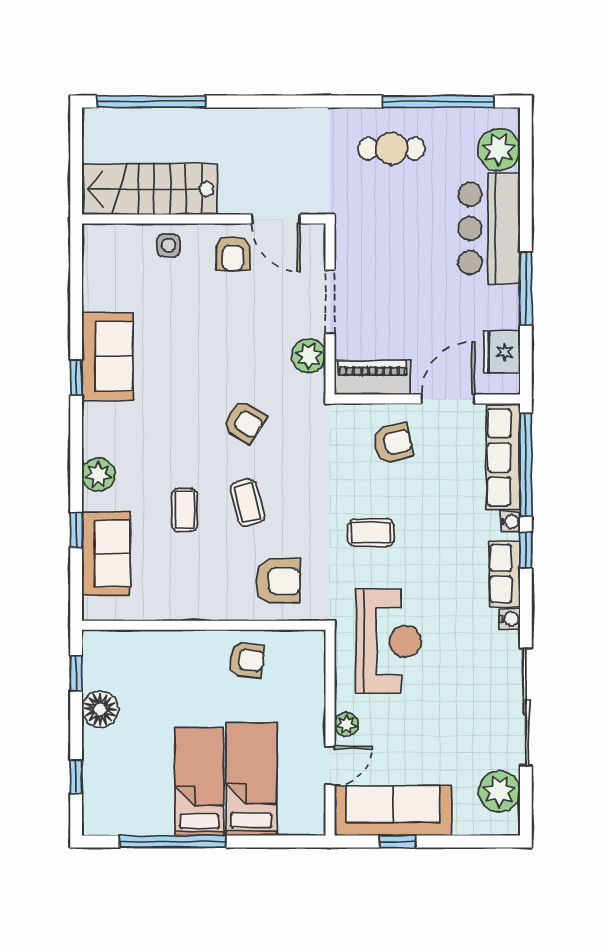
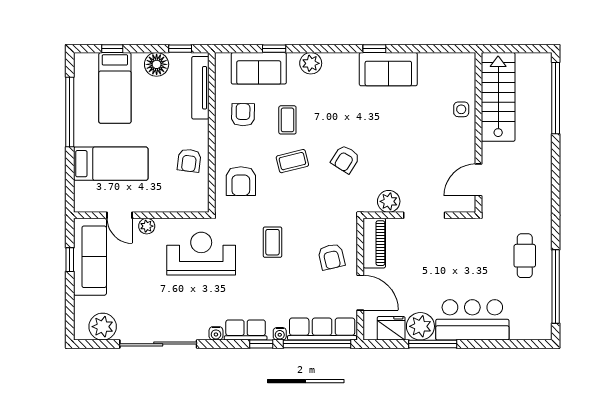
plant: (499, 149) -> (420, 326), moved
armchair: (233, 253) -> (243, 115), moved, turned 91
coffee table: (185, 510) -> (287, 120), turned 90
reception desk: (388, 641) -> (201, 254), turned 180
tv unit: (136, 643) -> (200, 88), added
bed: (199, 782) -> (115, 88), moved, turned 90

